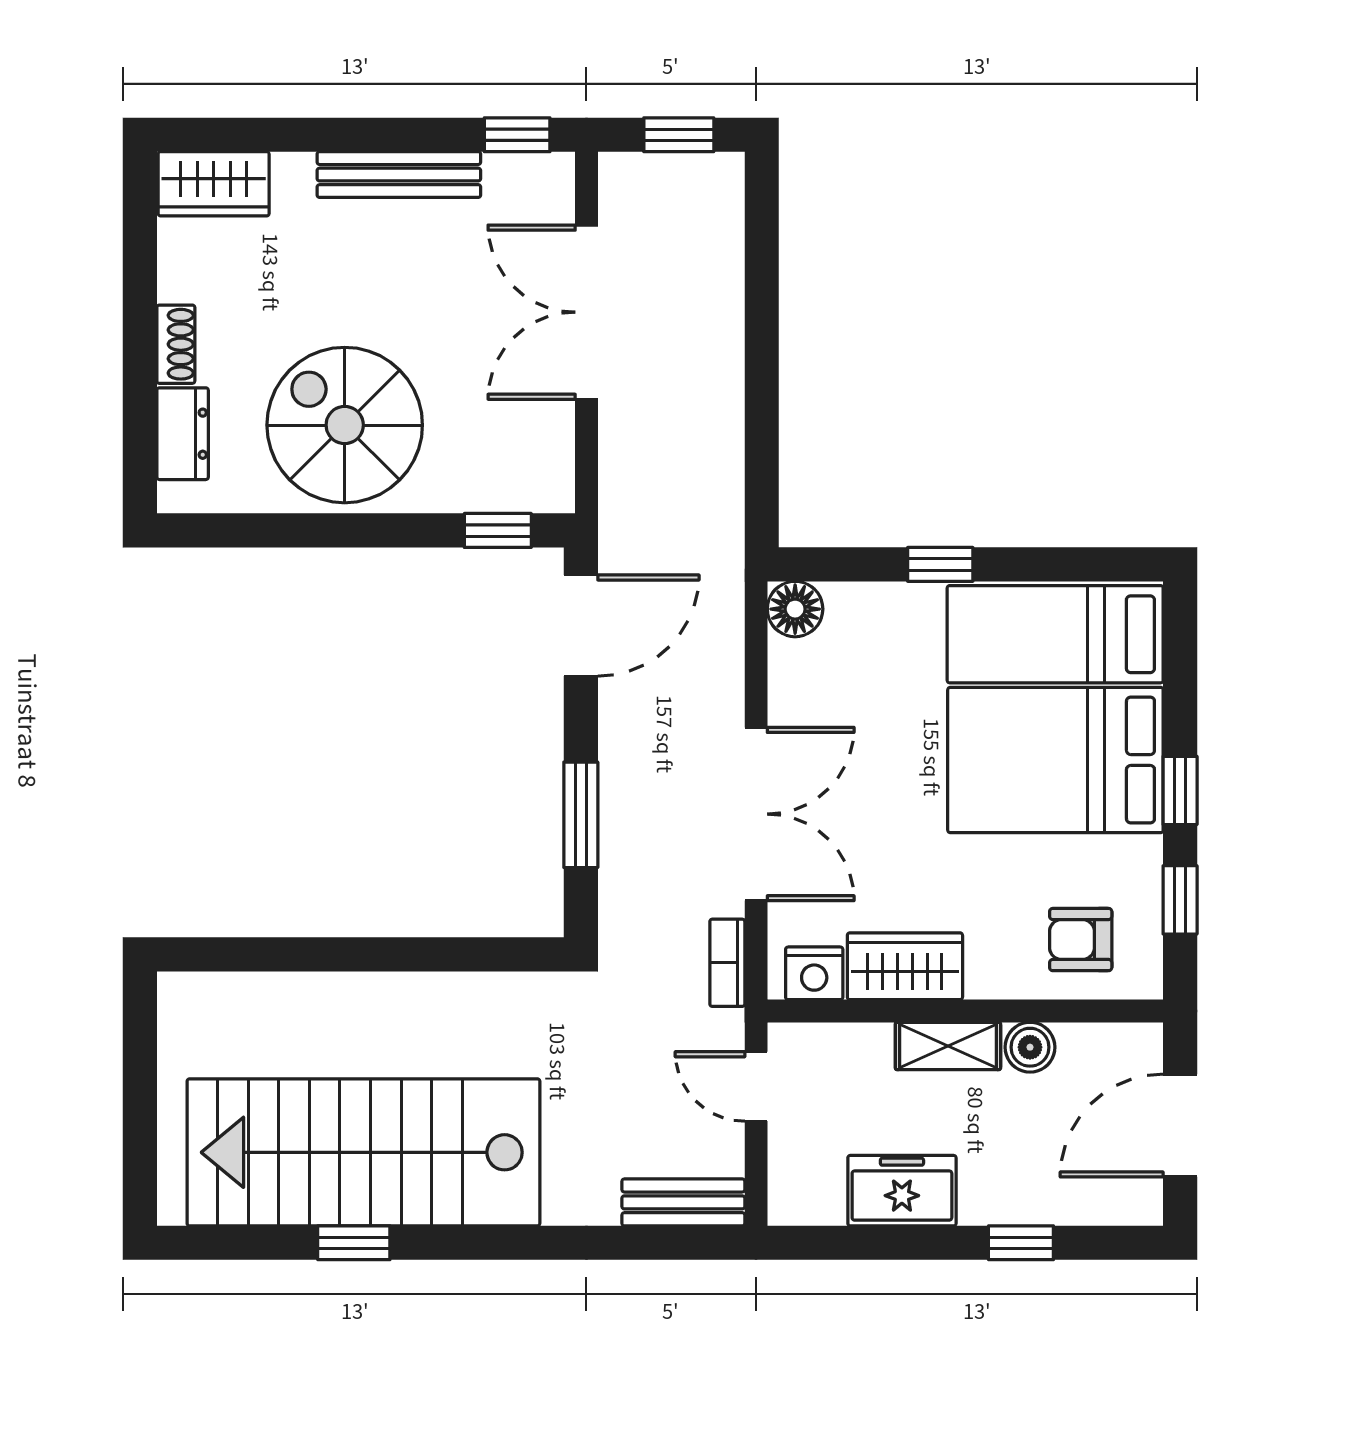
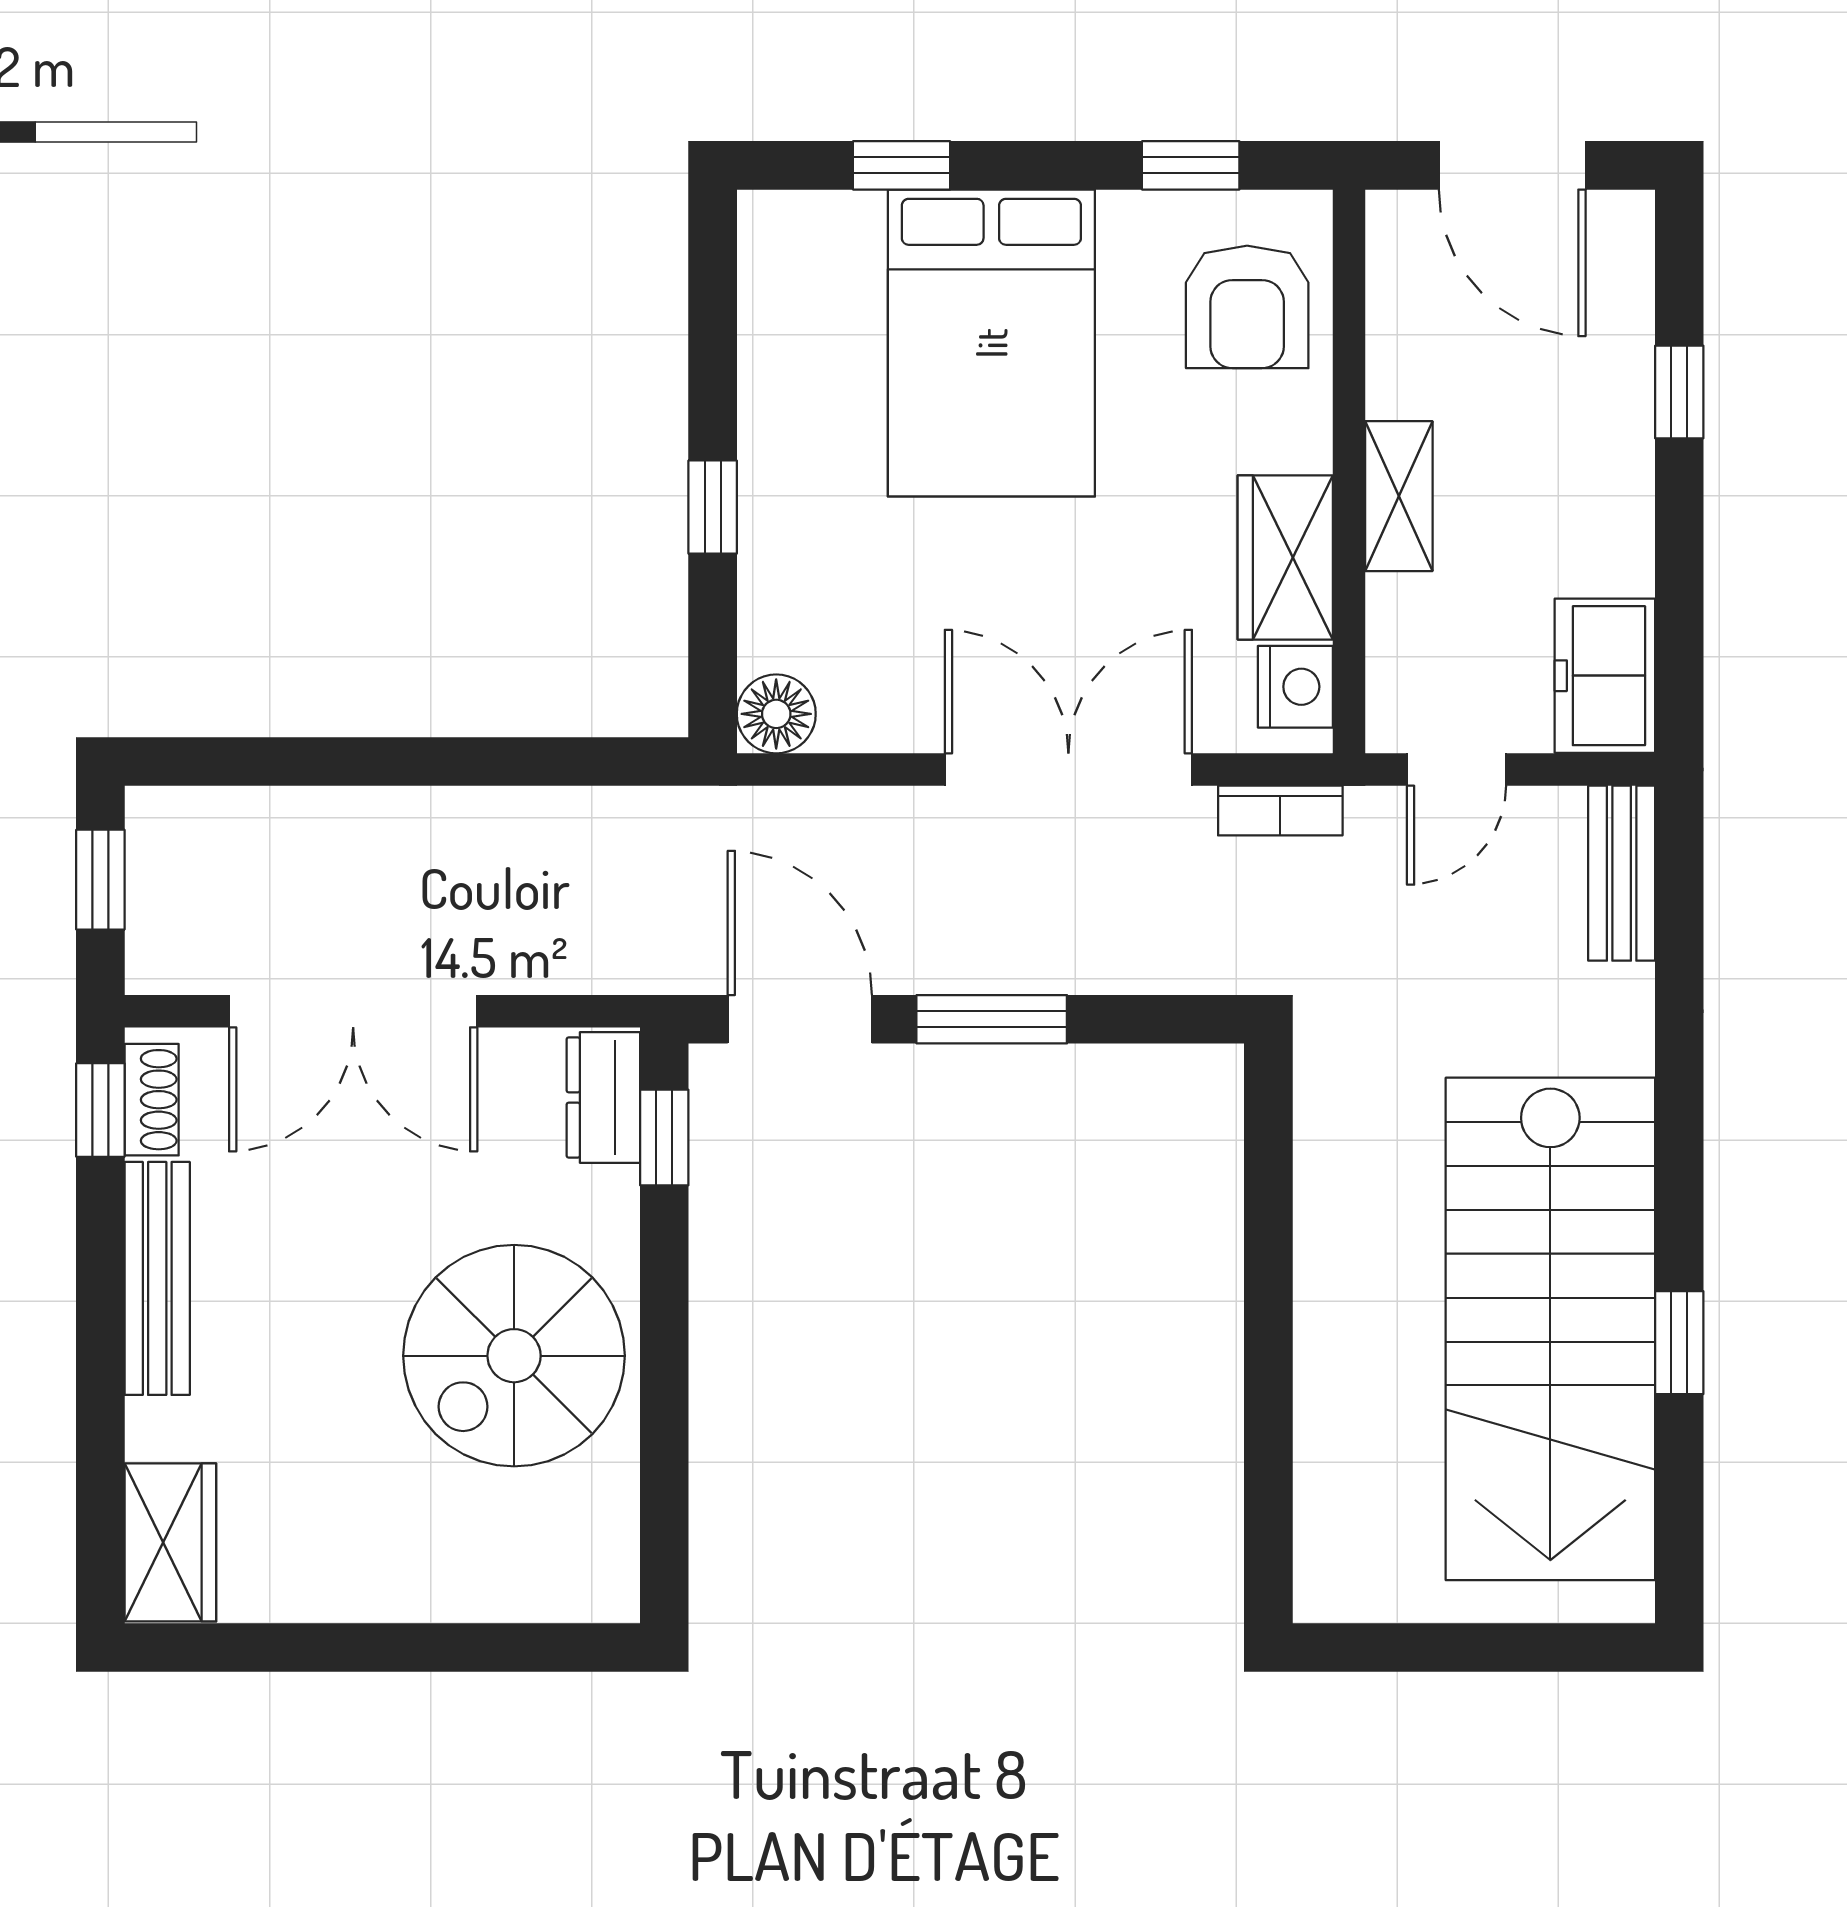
shoe rack: (176, 344) -> (152, 1100), moved, turned 90
dresser: (183, 434) -> (603, 1097), moved, turned -90
bed: (1055, 634) -> (812, 343), removed
window: (1180, 790) -> (902, 165), moved
window: (581, 815) -> (992, 1019), moved
armchair: (1081, 940) -> (1247, 307), width x1.38, depth x1.38
boiler: (1030, 1047) -> (1401, 379), removed
freezer: (902, 1191) -> (1605, 676), moved

